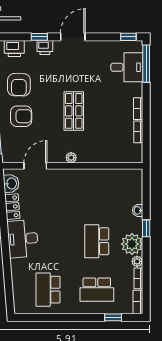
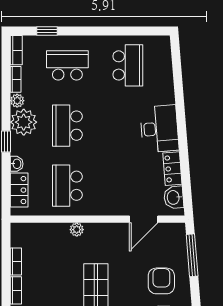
armchair: (21, 116) -> (161, 281), turned 90
plant: (71, 158) -> (77, 230), moved
locker: (136, 189) -> (19, 190), added
school desk: (97, 193) -> (67, 186), added
school desk: (97, 241) -> (67, 126), turned 180

